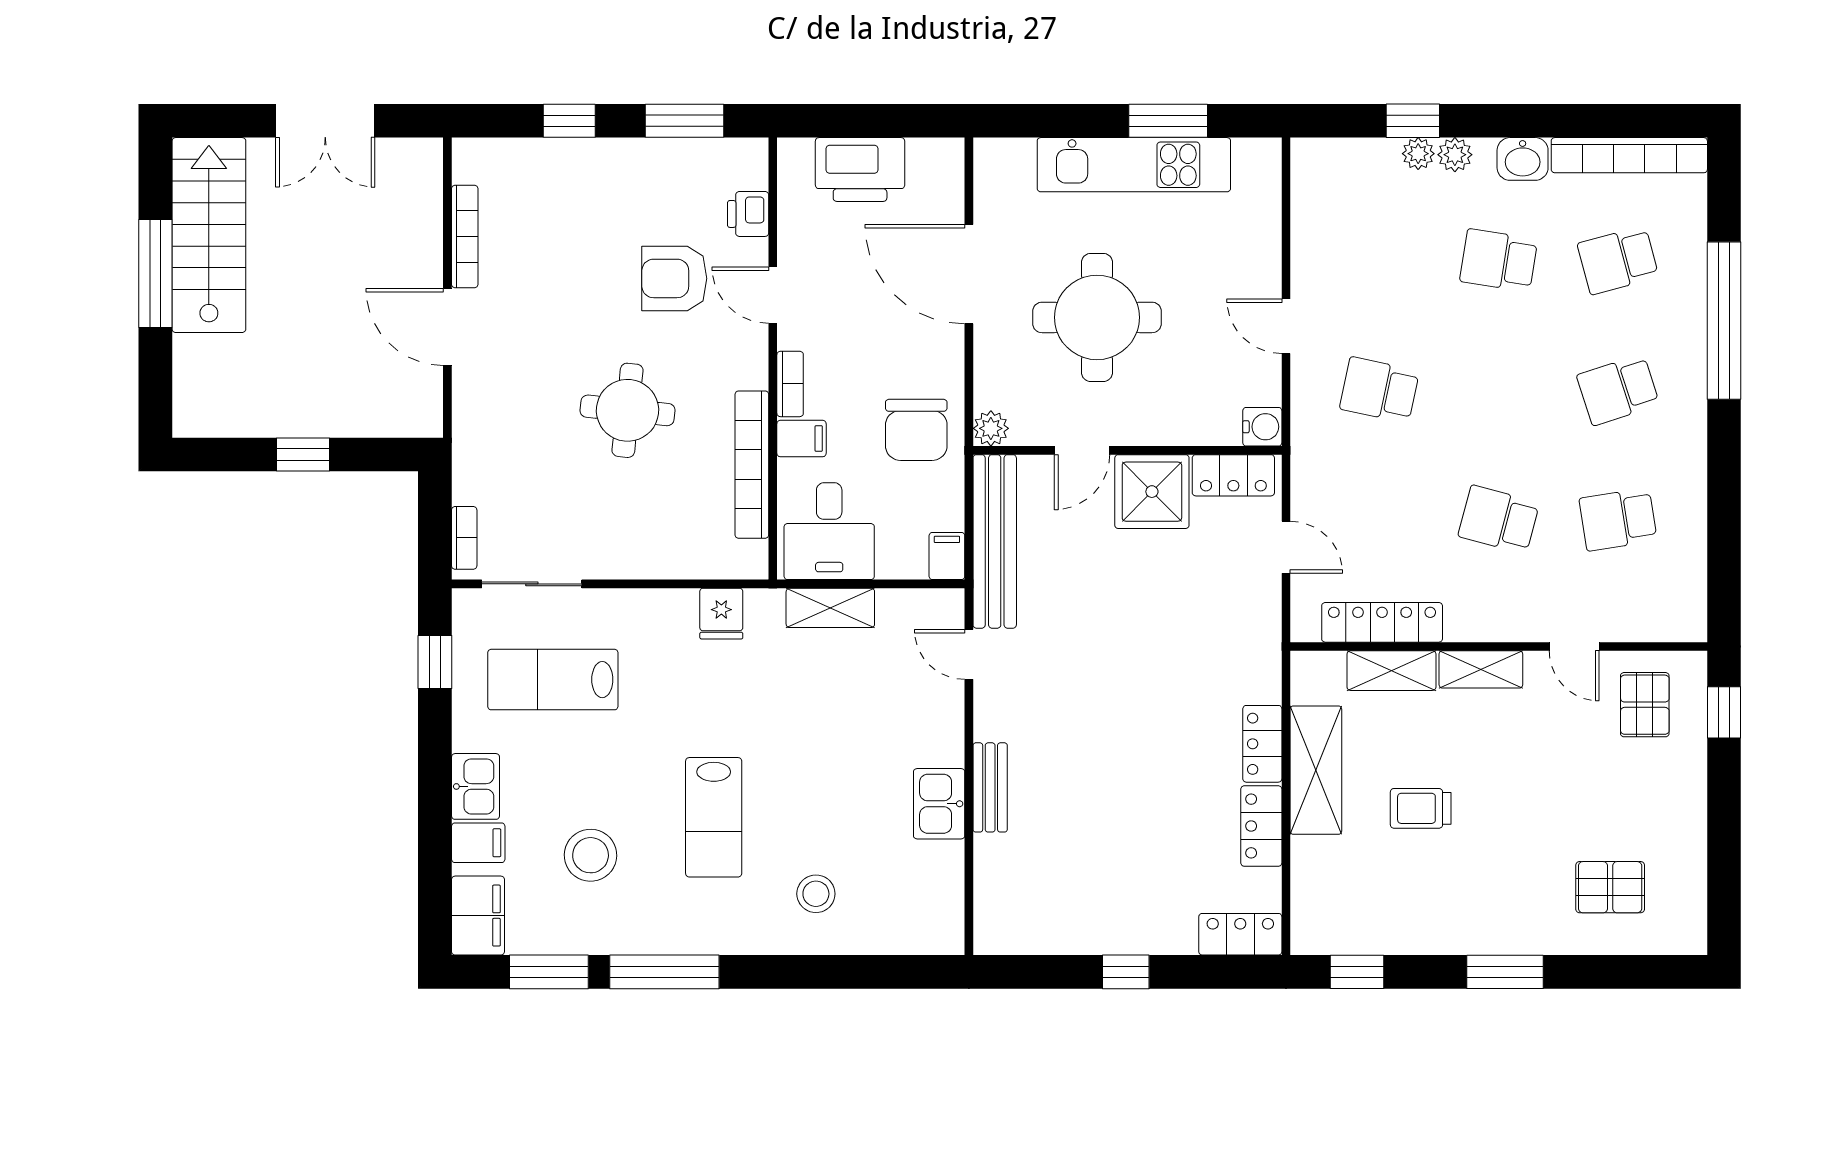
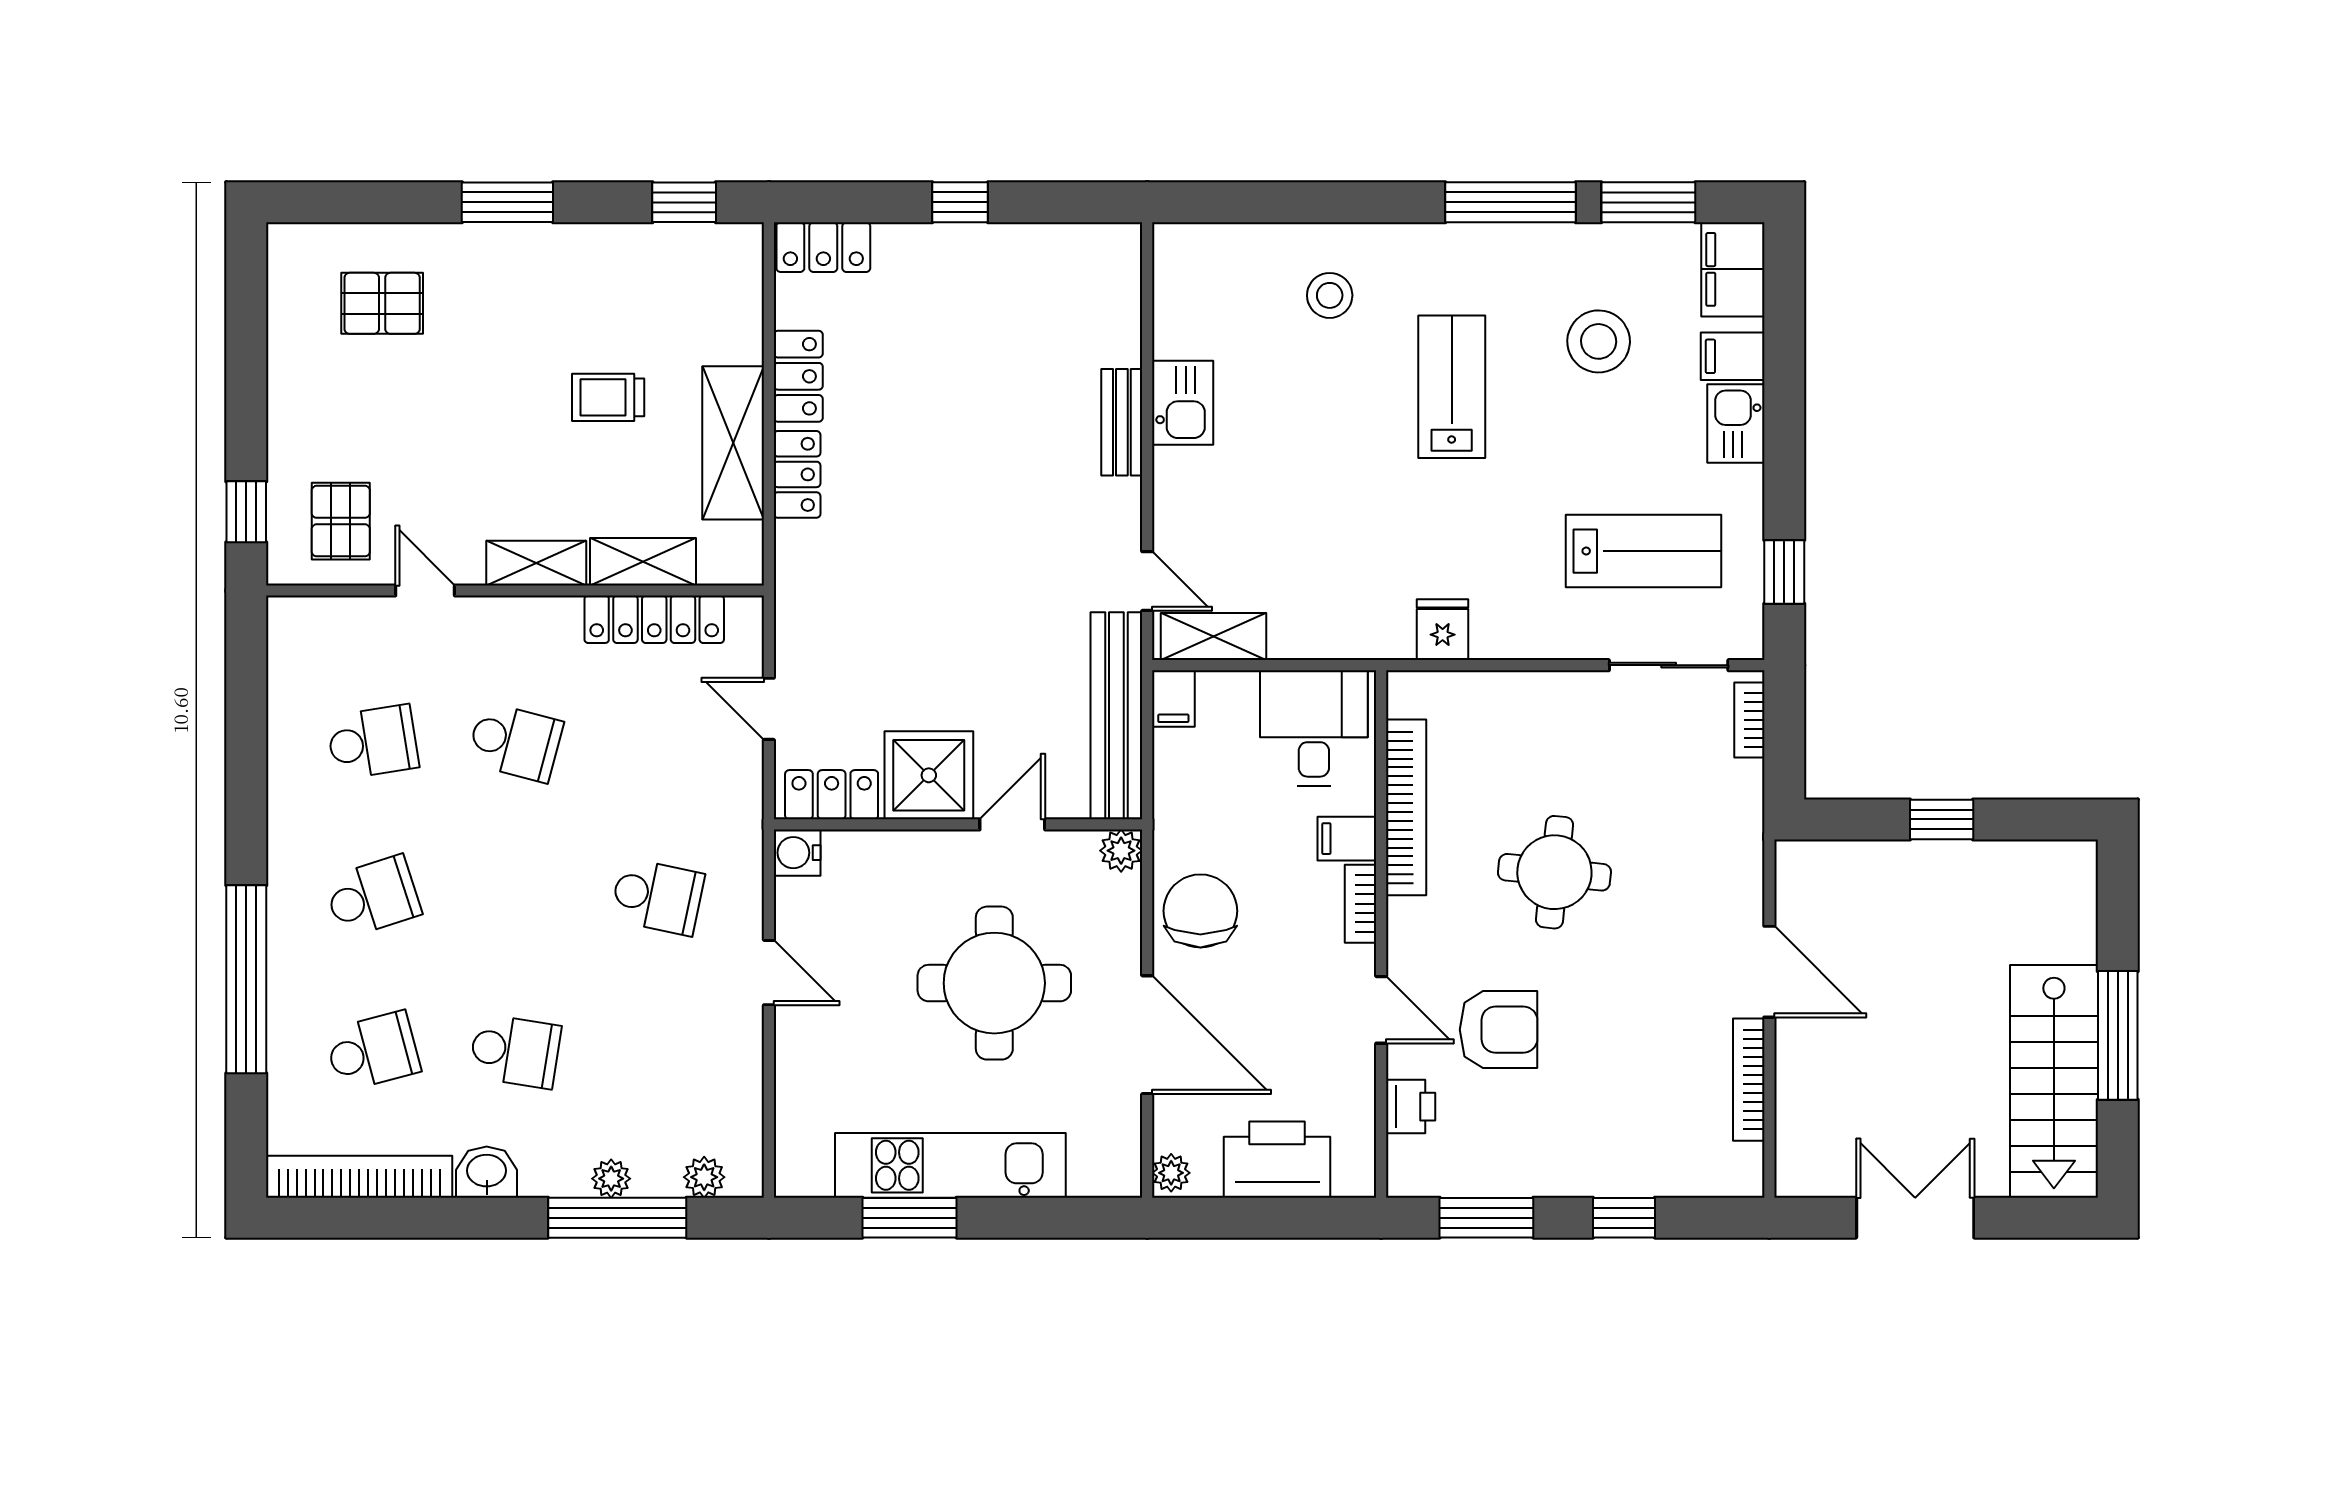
window: (1413, 121) -> (617, 1218), width x2.17
plant: (1455, 155) -> (704, 1177), moved
plant: (949, 158) -> (1171, 1173), added
chair: (916, 430) -> (1200, 911), moved
shelving: (830, 608) -> (1213, 637), moved
trolley: (1421, 808) -> (608, 397), turned 180

